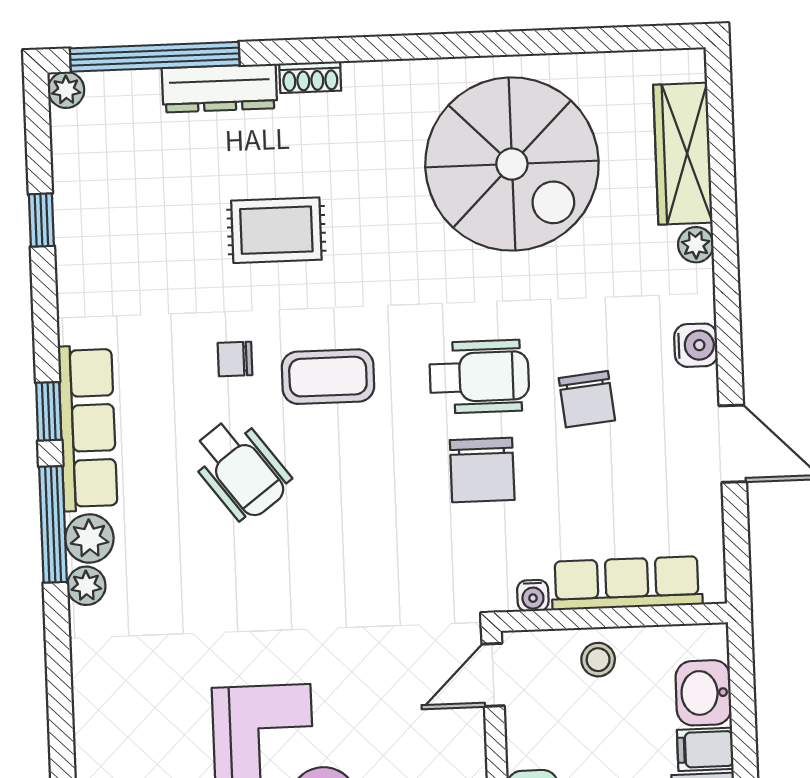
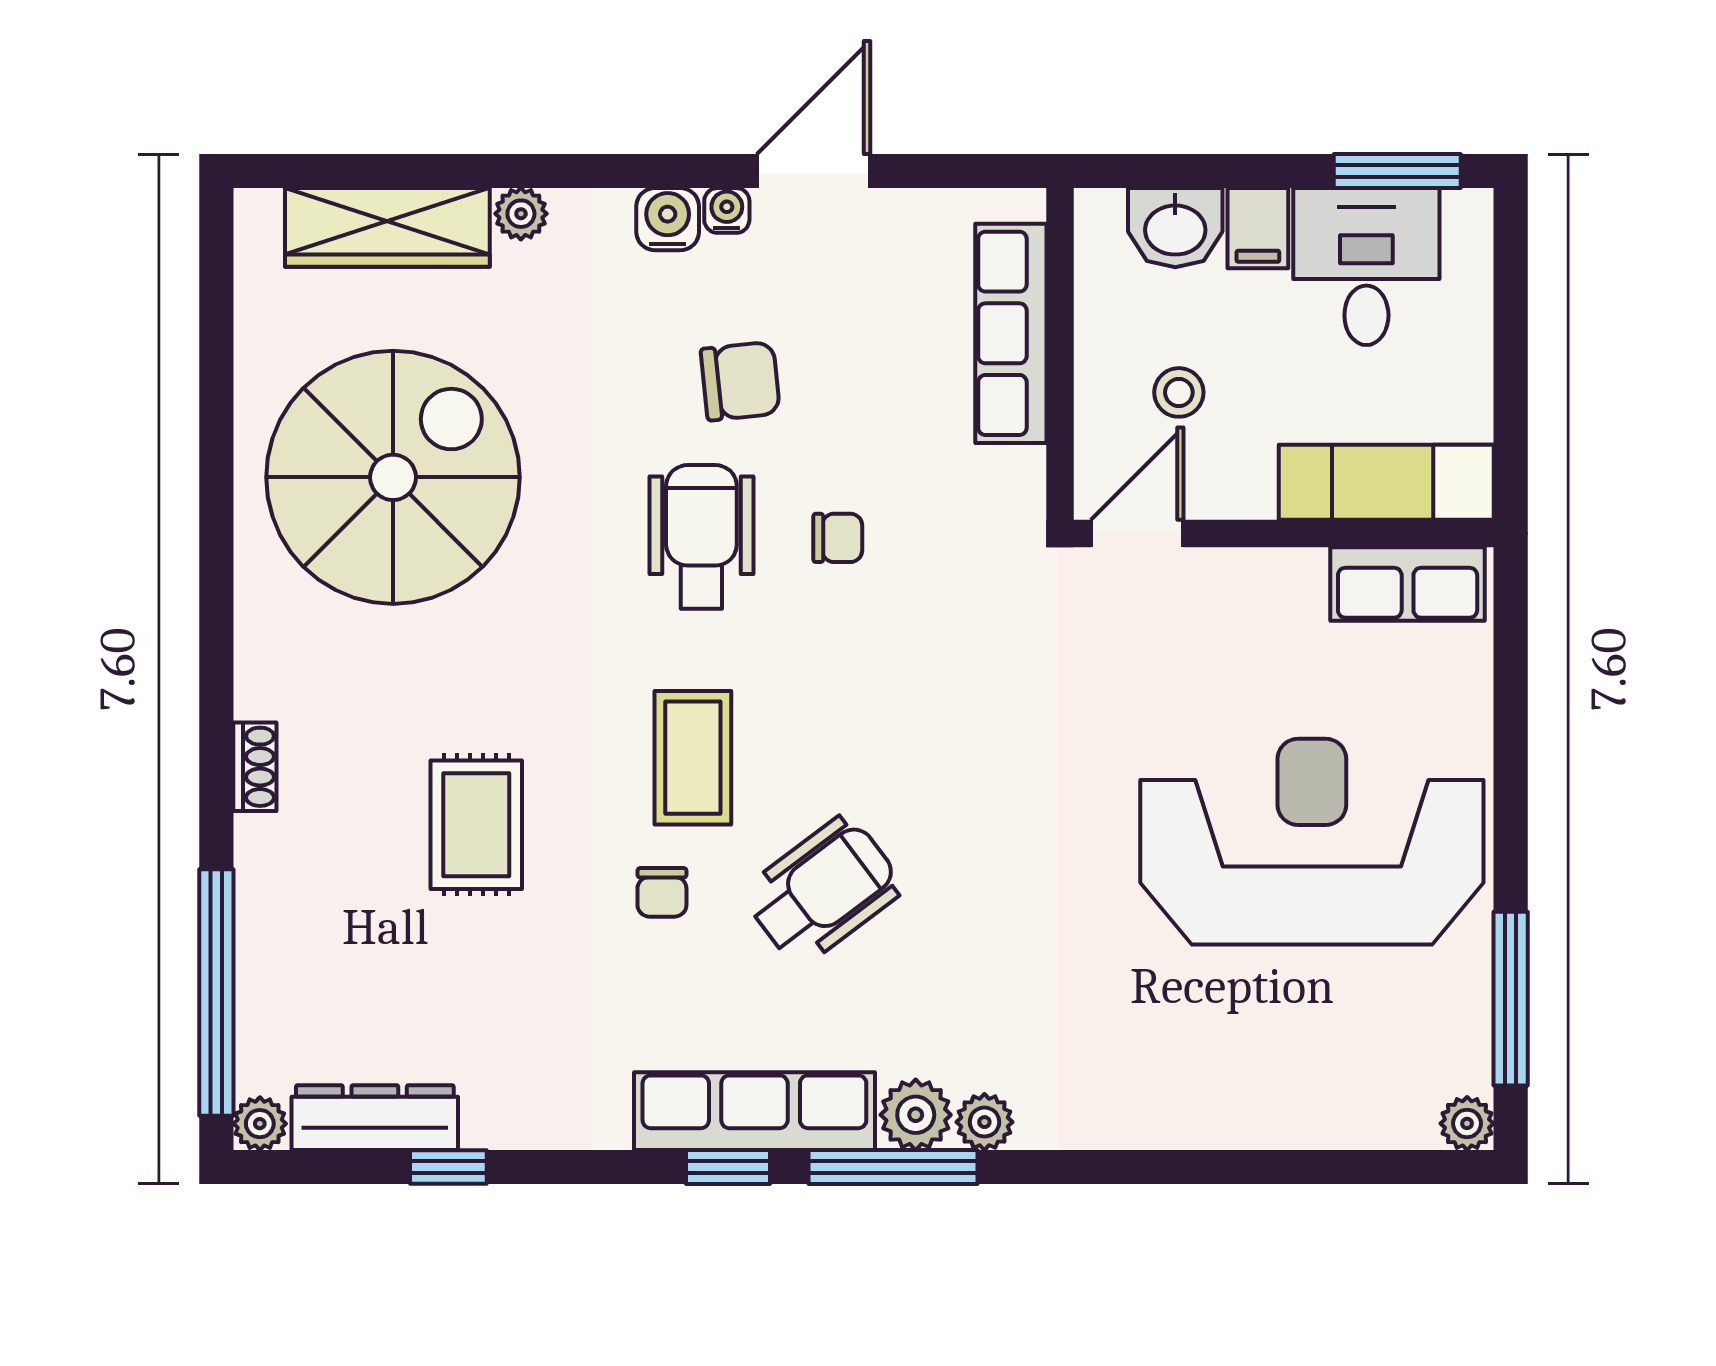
dresser: (219, 88) -> (375, 1118), moved, turned -90
chair: (482, 470) -> (838, 538), width x0.54, depth x0.54
water cooler: (533, 596) -> (727, 210), moved, turned -90
stool: (598, 660) -> (1179, 392), moved
door: (493, 675) -> (1137, 533), swing flipped

